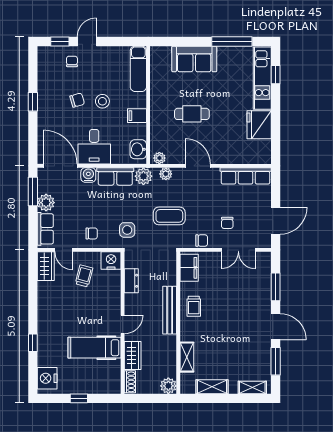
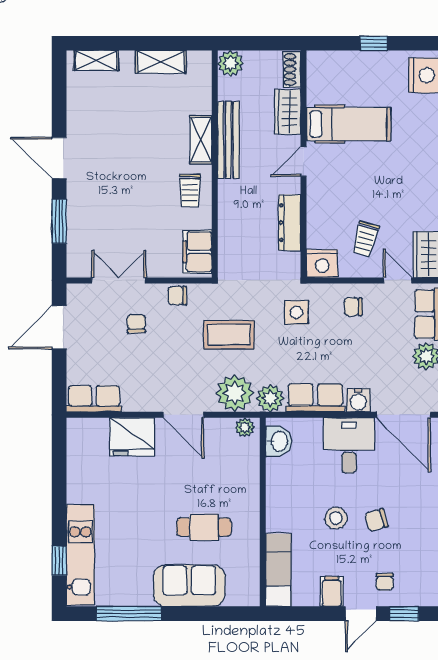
cafe table: (192, 114) -> (204, 527), moved
filing cabinet: (137, 116) -> (332, 591), moved, turned -90
fridge: (259, 125) -> (132, 437), moved, turned 90
plant: (166, 174) -> (235, 393), width x1.88, depth x1.88
row of seats: (246, 176) -> (94, 399), width x0.68
dresser: (131, 281) -> (290, 223), width x1.44
trolley: (194, 306) -> (190, 190), turned 180
bench: (170, 310) -> (228, 140), moved
shelving: (187, 357) -> (201, 140), moved
window: (276, 361) -> (59, 102), removed

